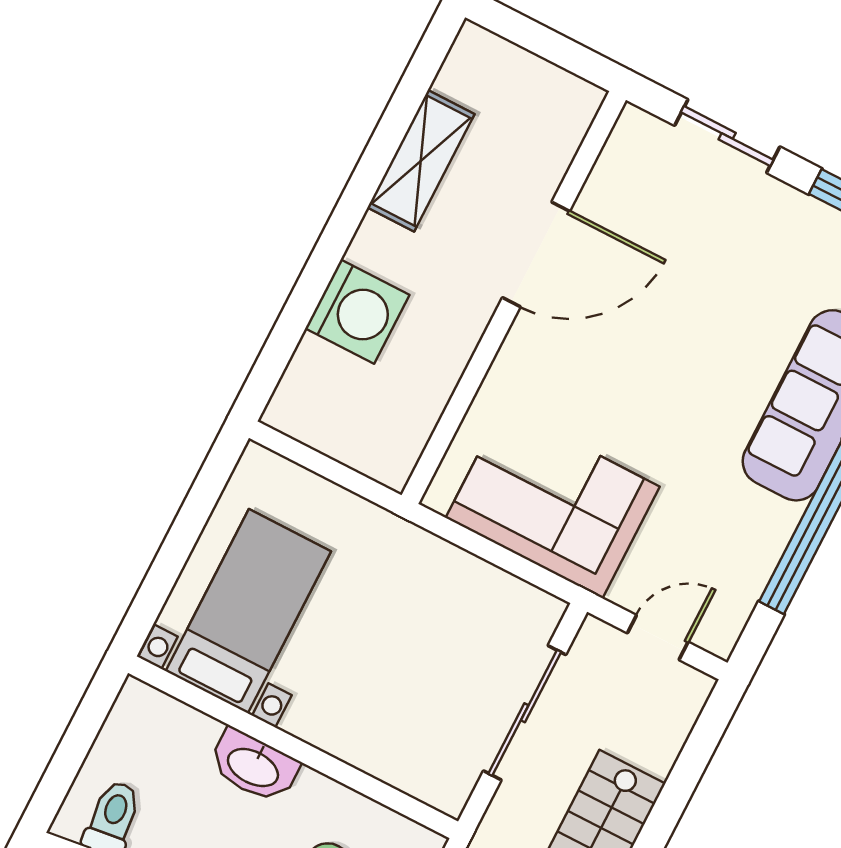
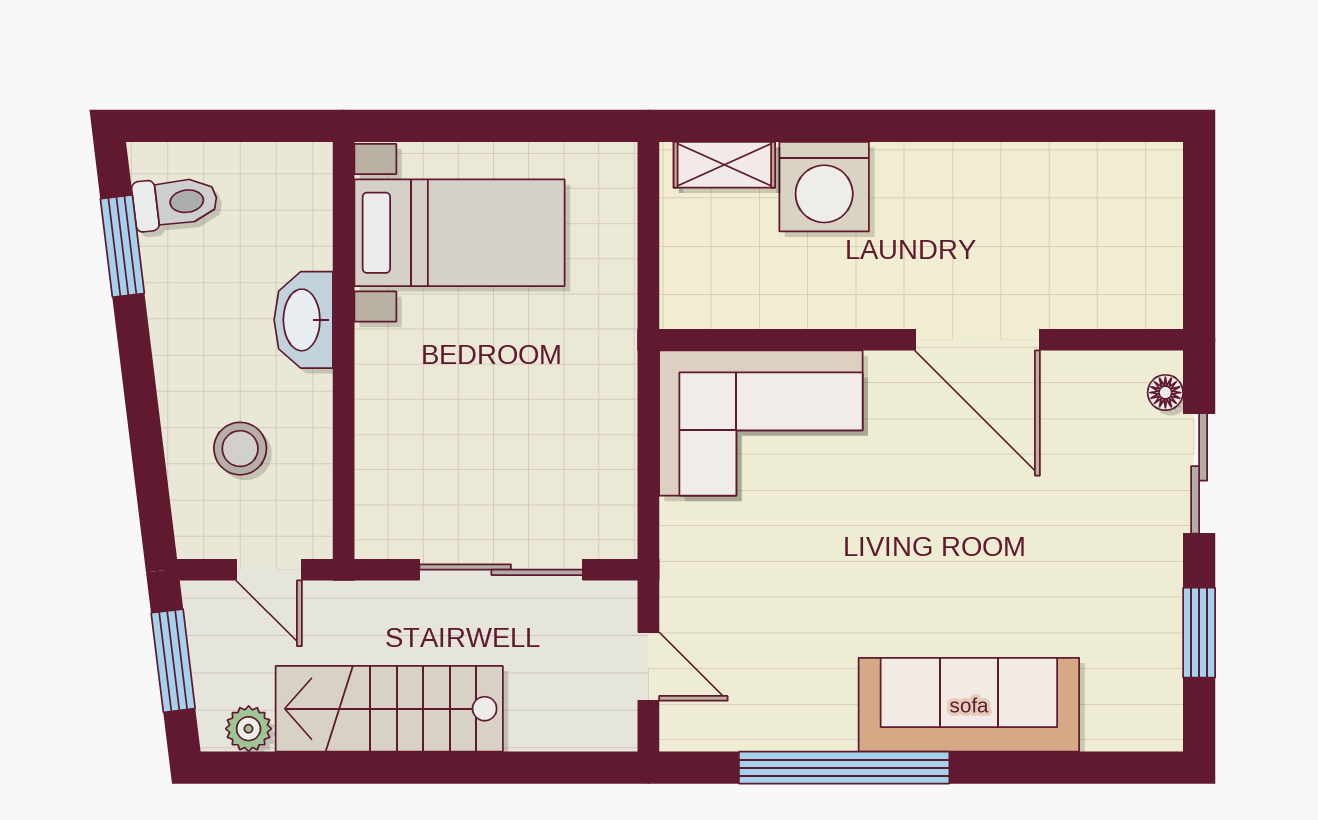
floor lamp: (651, 130) -> (1165, 393), added
shelving: (421, 161) -> (724, 165), moved, width x0.67, depth x0.75
corner sofa: (553, 502) -> (761, 423), moved, turned 90

